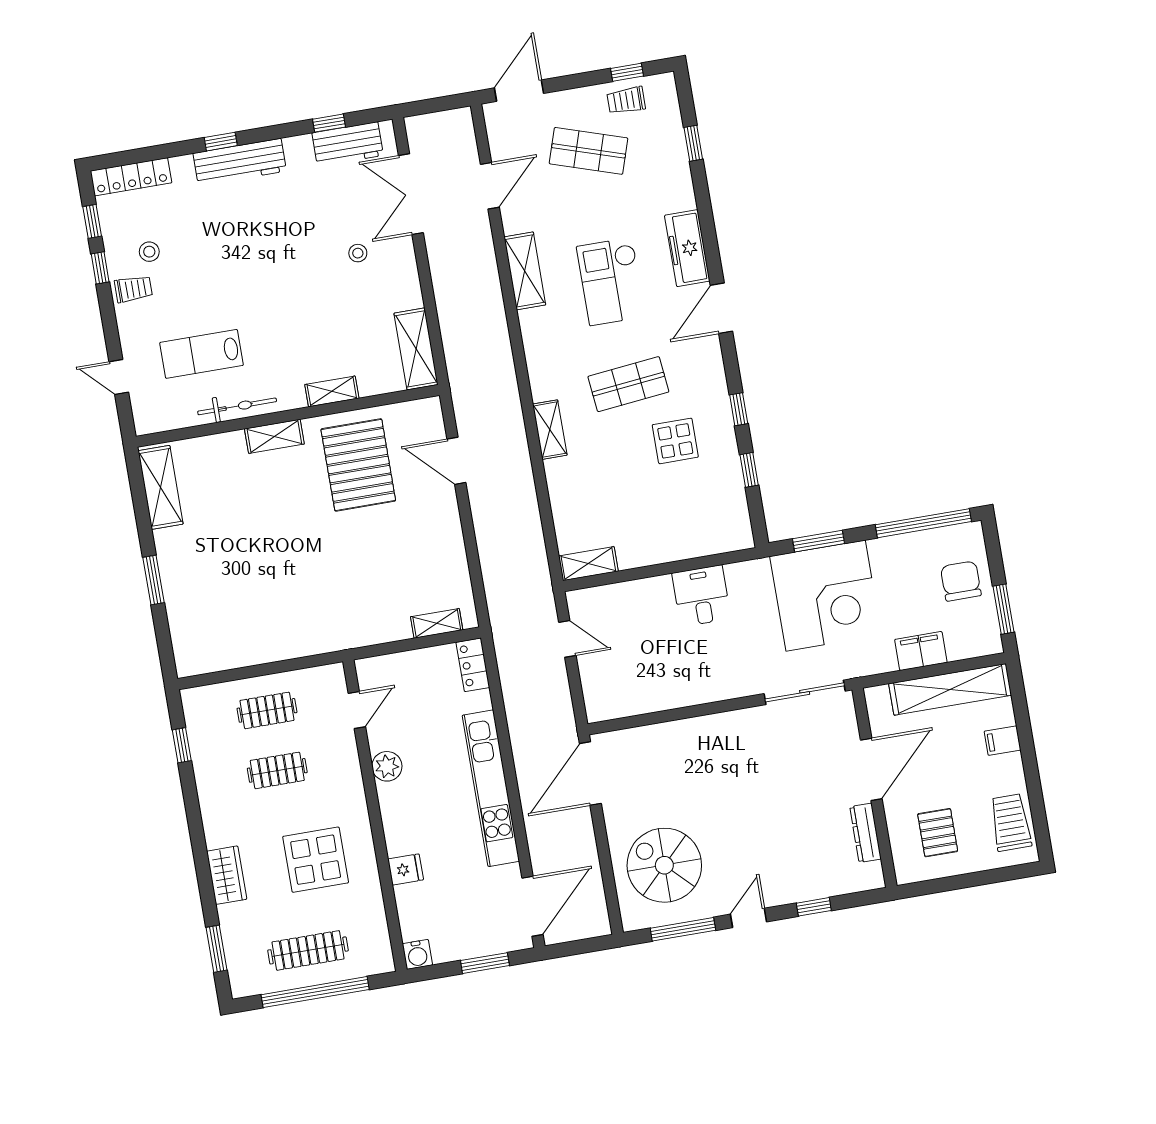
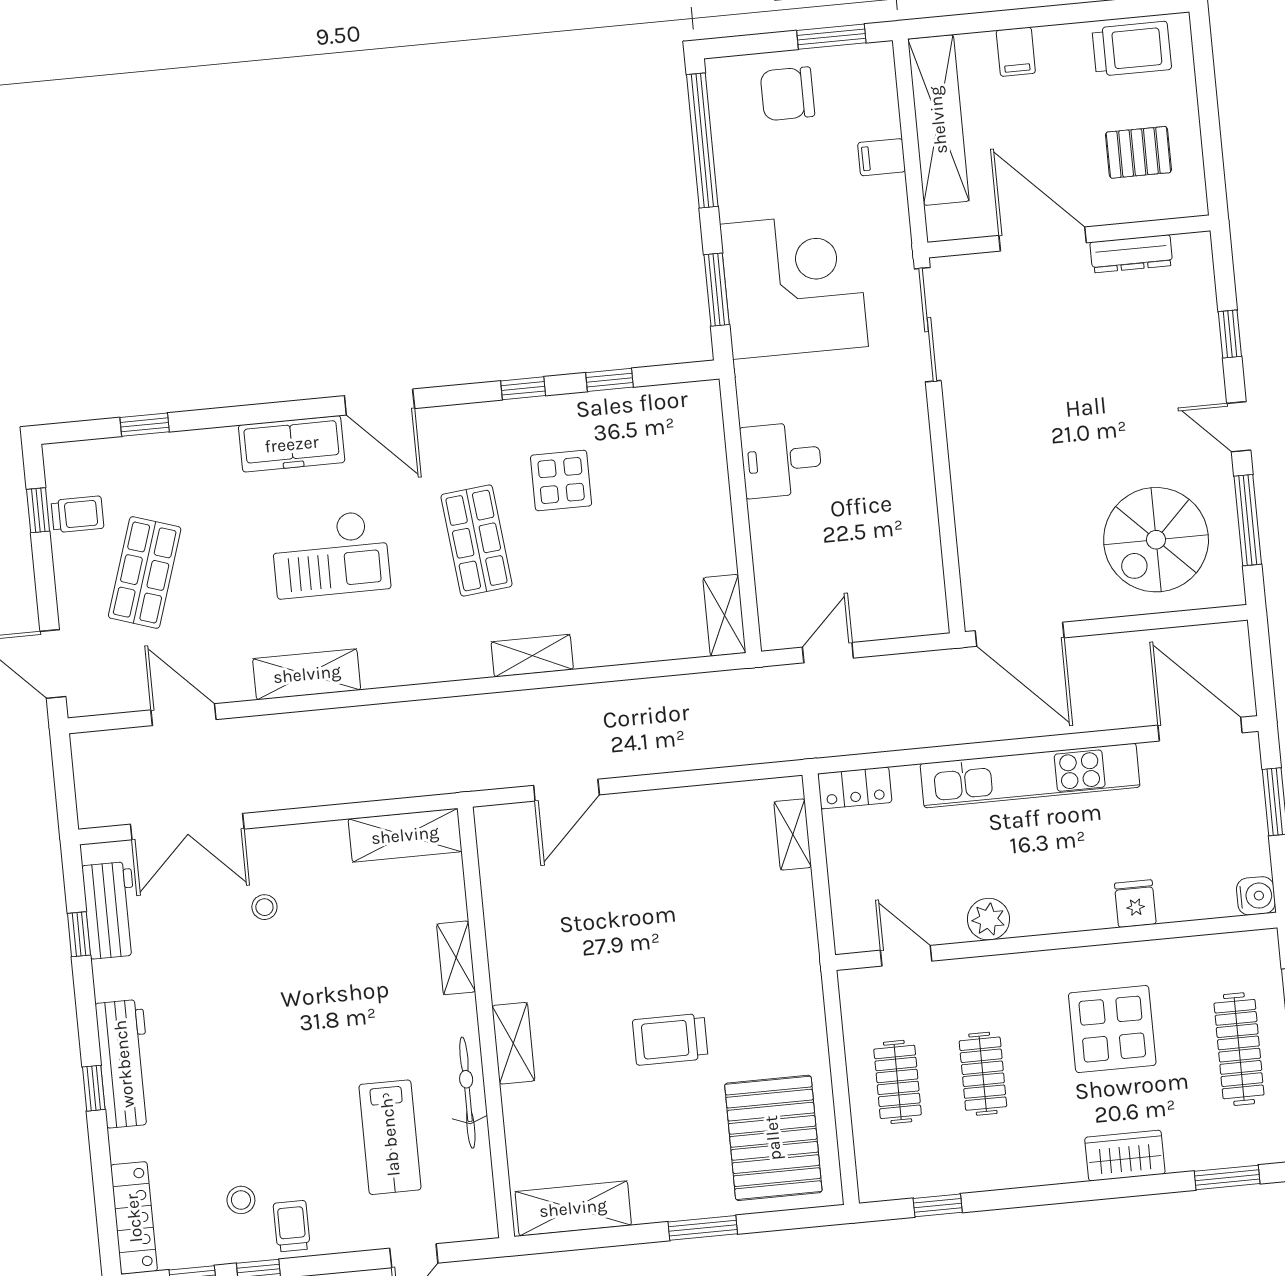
trolley: (626, 100) -> (78, 514), turned -90
pallet: (358, 465) -> (773, 1138), moved, turned 90
trolley: (285, 547) -> (670, 1039), added
filing cabinet: (921, 651) -> (882, 157), width x0.50
trolley: (1011, 822) -> (1132, 49), turned 180

